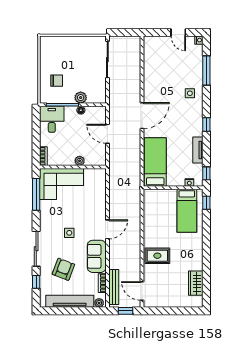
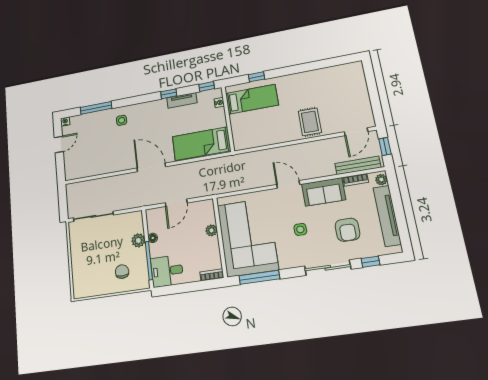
window: (206, 125) -> (169, 94), moved
corner sofa: (62, 184) -> (248, 237), width x1.36, depth x1.36
window: (206, 203) -> (257, 77), moved
armchair: (63, 269) -> (347, 230), turned -111
wardrobe: (196, 283) -> (334, 74), removed

